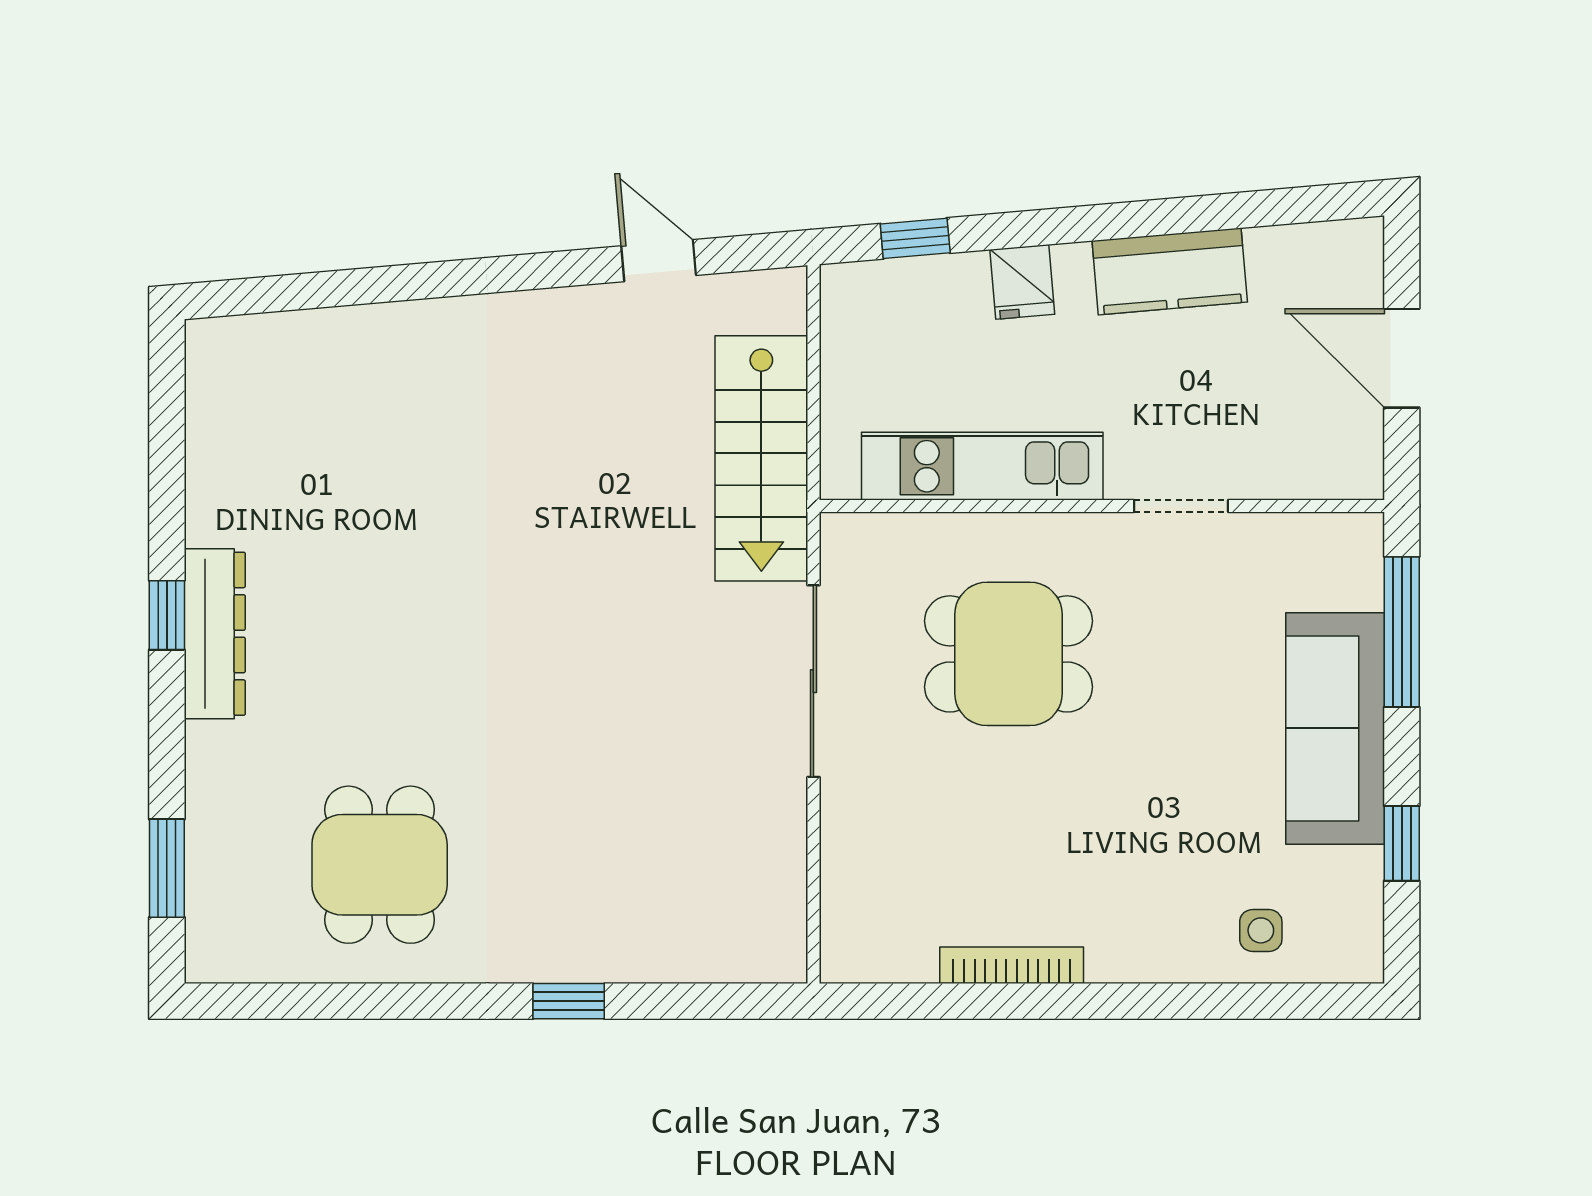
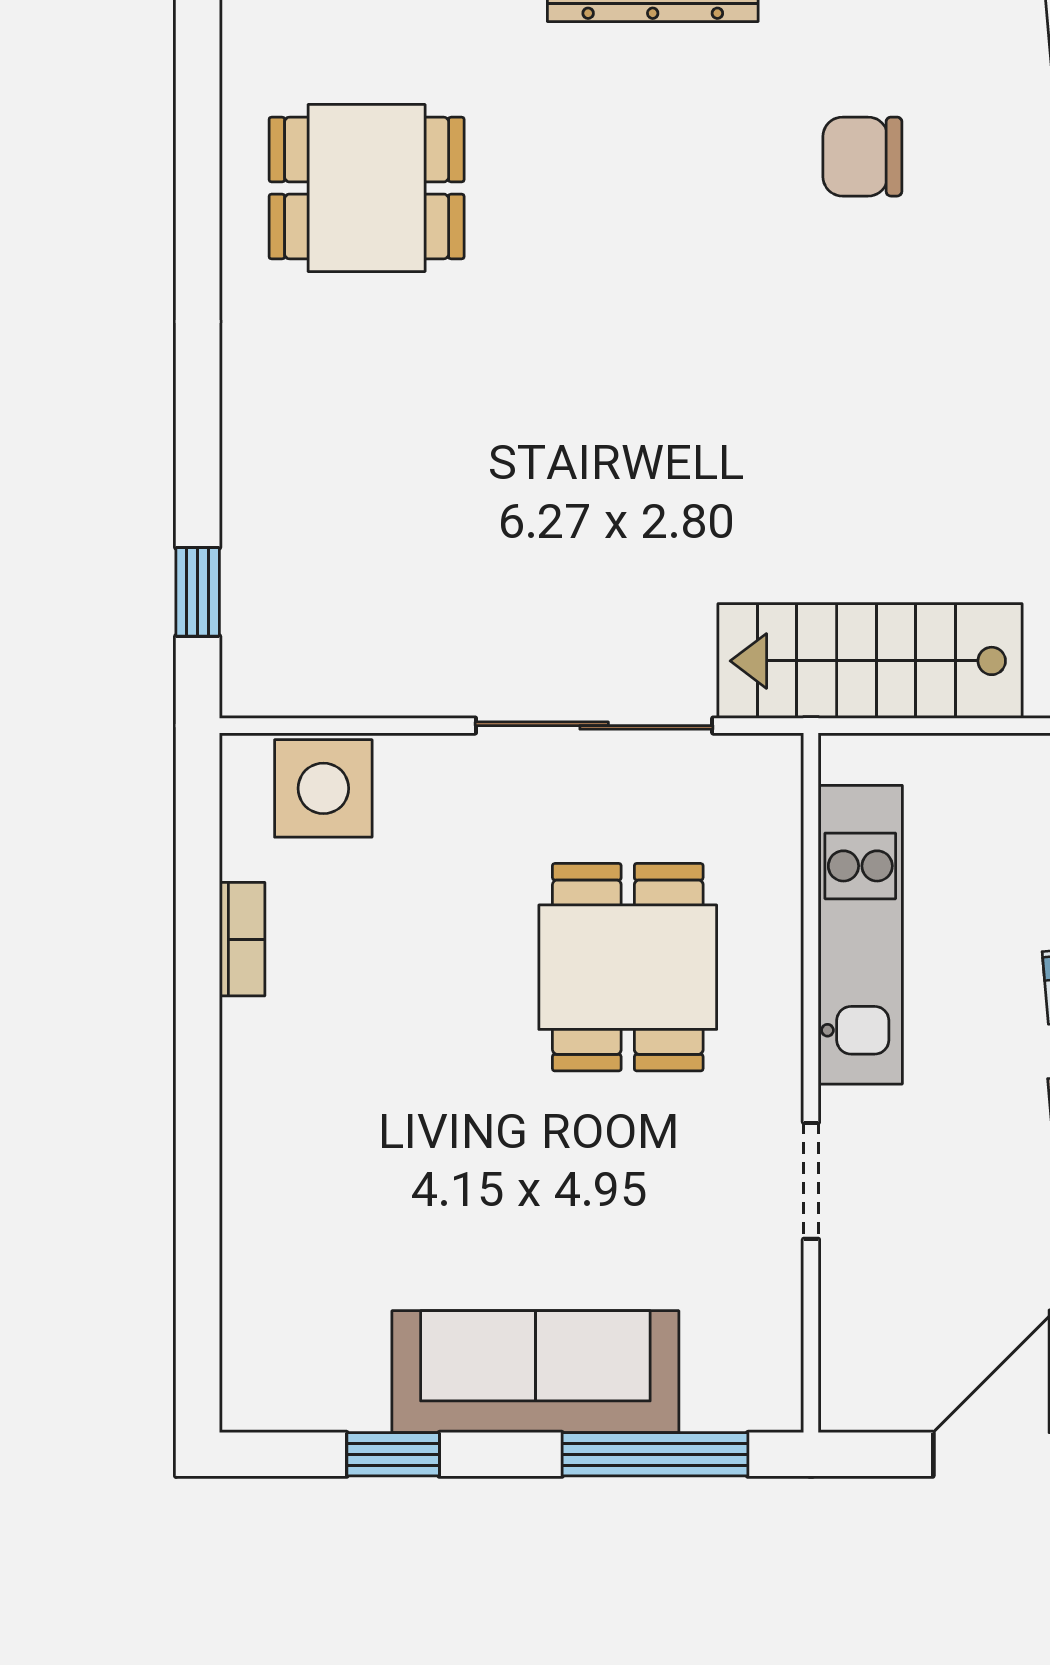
chair: (354, 464) -> (862, 157), added
side table: (1261, 930) -> (323, 788), moved, width x1.87, depth x1.87
bookcase: (1012, 965) -> (242, 939), width x0.64
window: (569, 1001) -> (198, 592), moved

